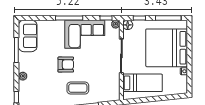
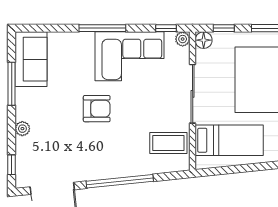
coffee table: (78, 88) -> (168, 143), moved

